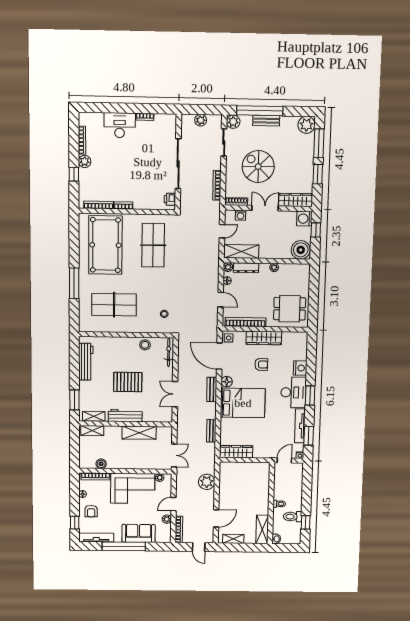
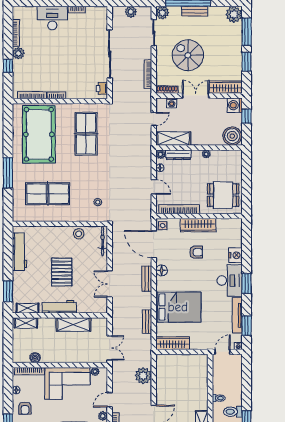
pallet: (128, 382) -> (62, 272), turned 90
bed: (243, 403) -> (178, 307), moved

